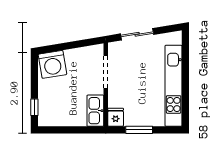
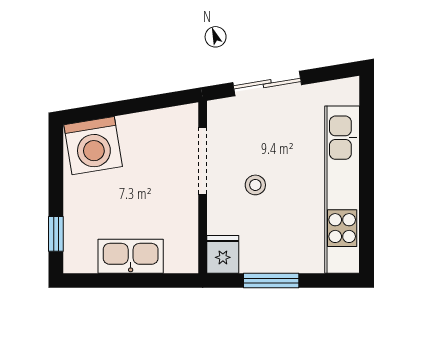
stool: (131, 84) -> (255, 185), added
kitchen sink: (95, 111) -> (131, 256), moved, turned 90

